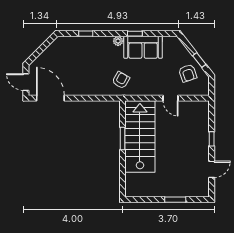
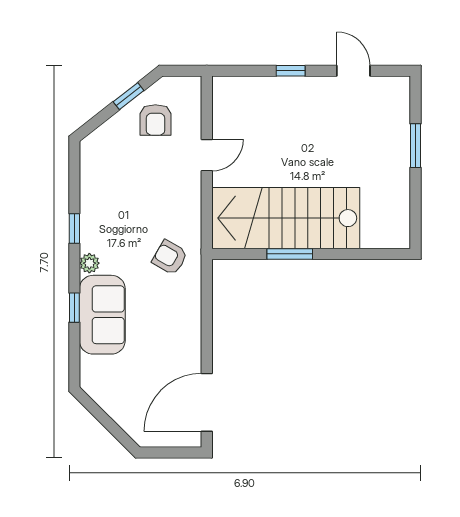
window: (86, 34) -> (74, 308), moved
sofa: (143, 47) -> (102, 315), moved
armchair: (188, 73) -> (155, 120), turned 109
door: (26, 82) -> (174, 453), removed

